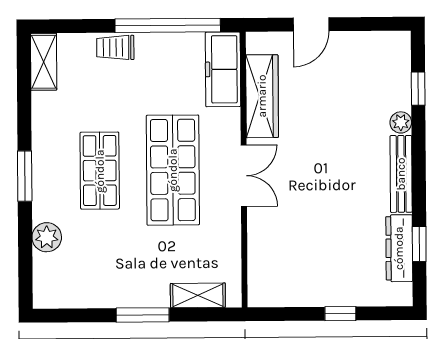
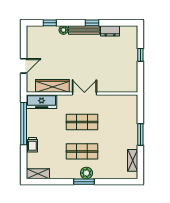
door: (311, 24) -> (24, 66), hinge flipped
shop shelf: (173, 170) -> (82, 122), width x0.70, depth x0.74
plant: (47, 237) -> (86, 173), moved
window: (419, 244) -> (92, 23), moved
dresser: (399, 248) -> (110, 31), width x0.70
shelving: (198, 295) -> (133, 160), moved

